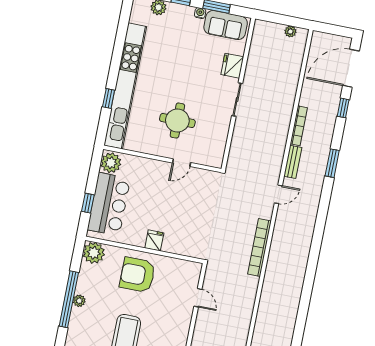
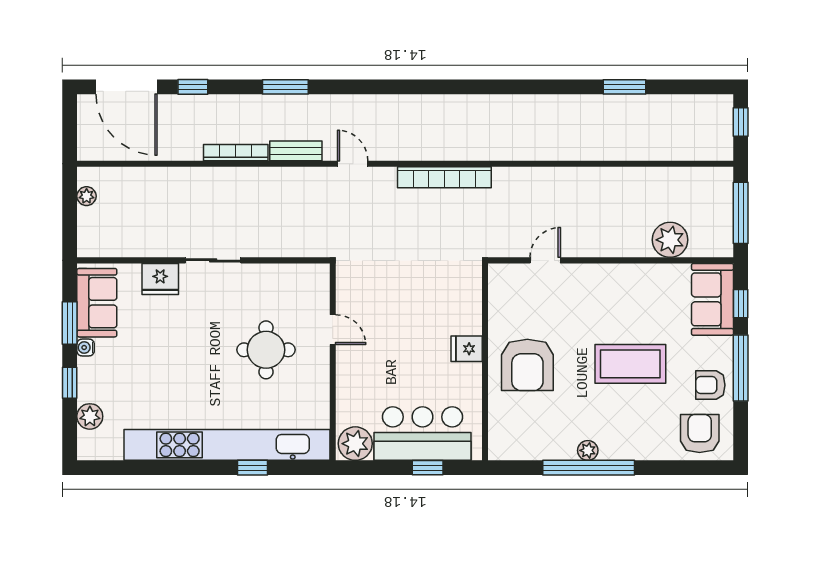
plant: (94, 253) -> (506, 442), removed

